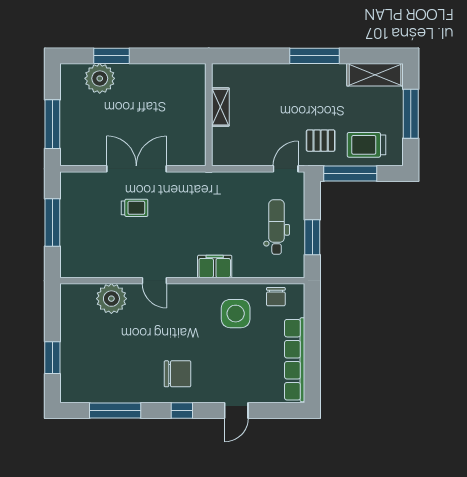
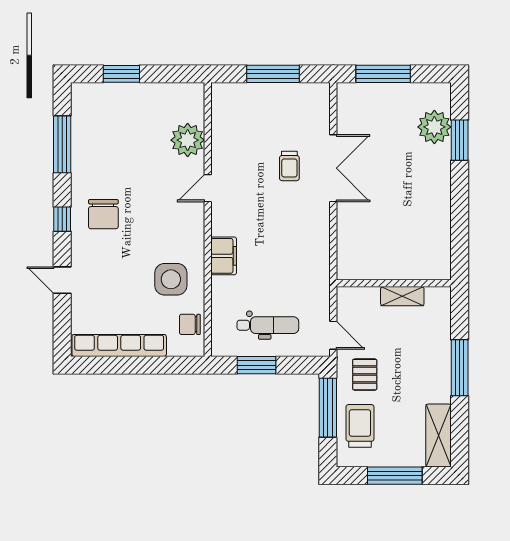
shelving: (220, 107) -> (402, 296), moved
wall: (209, 115) -> (394, 283), moved

